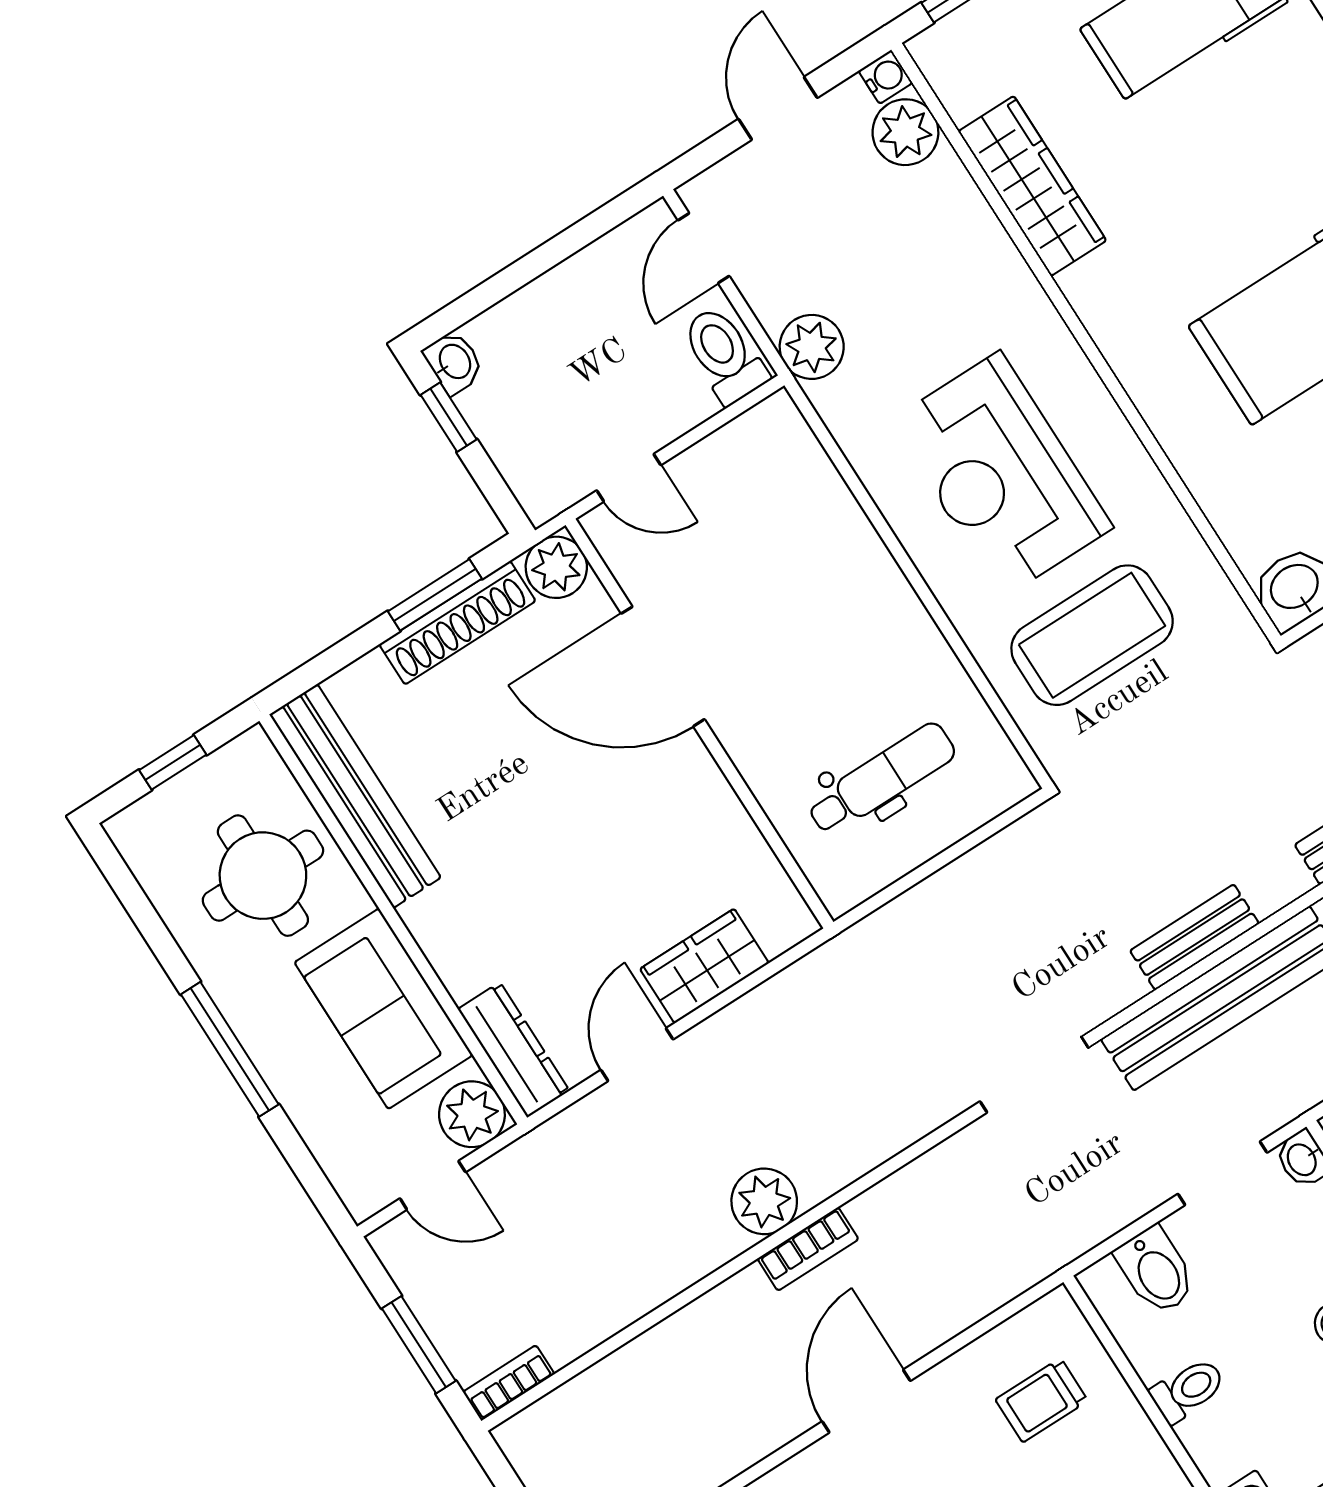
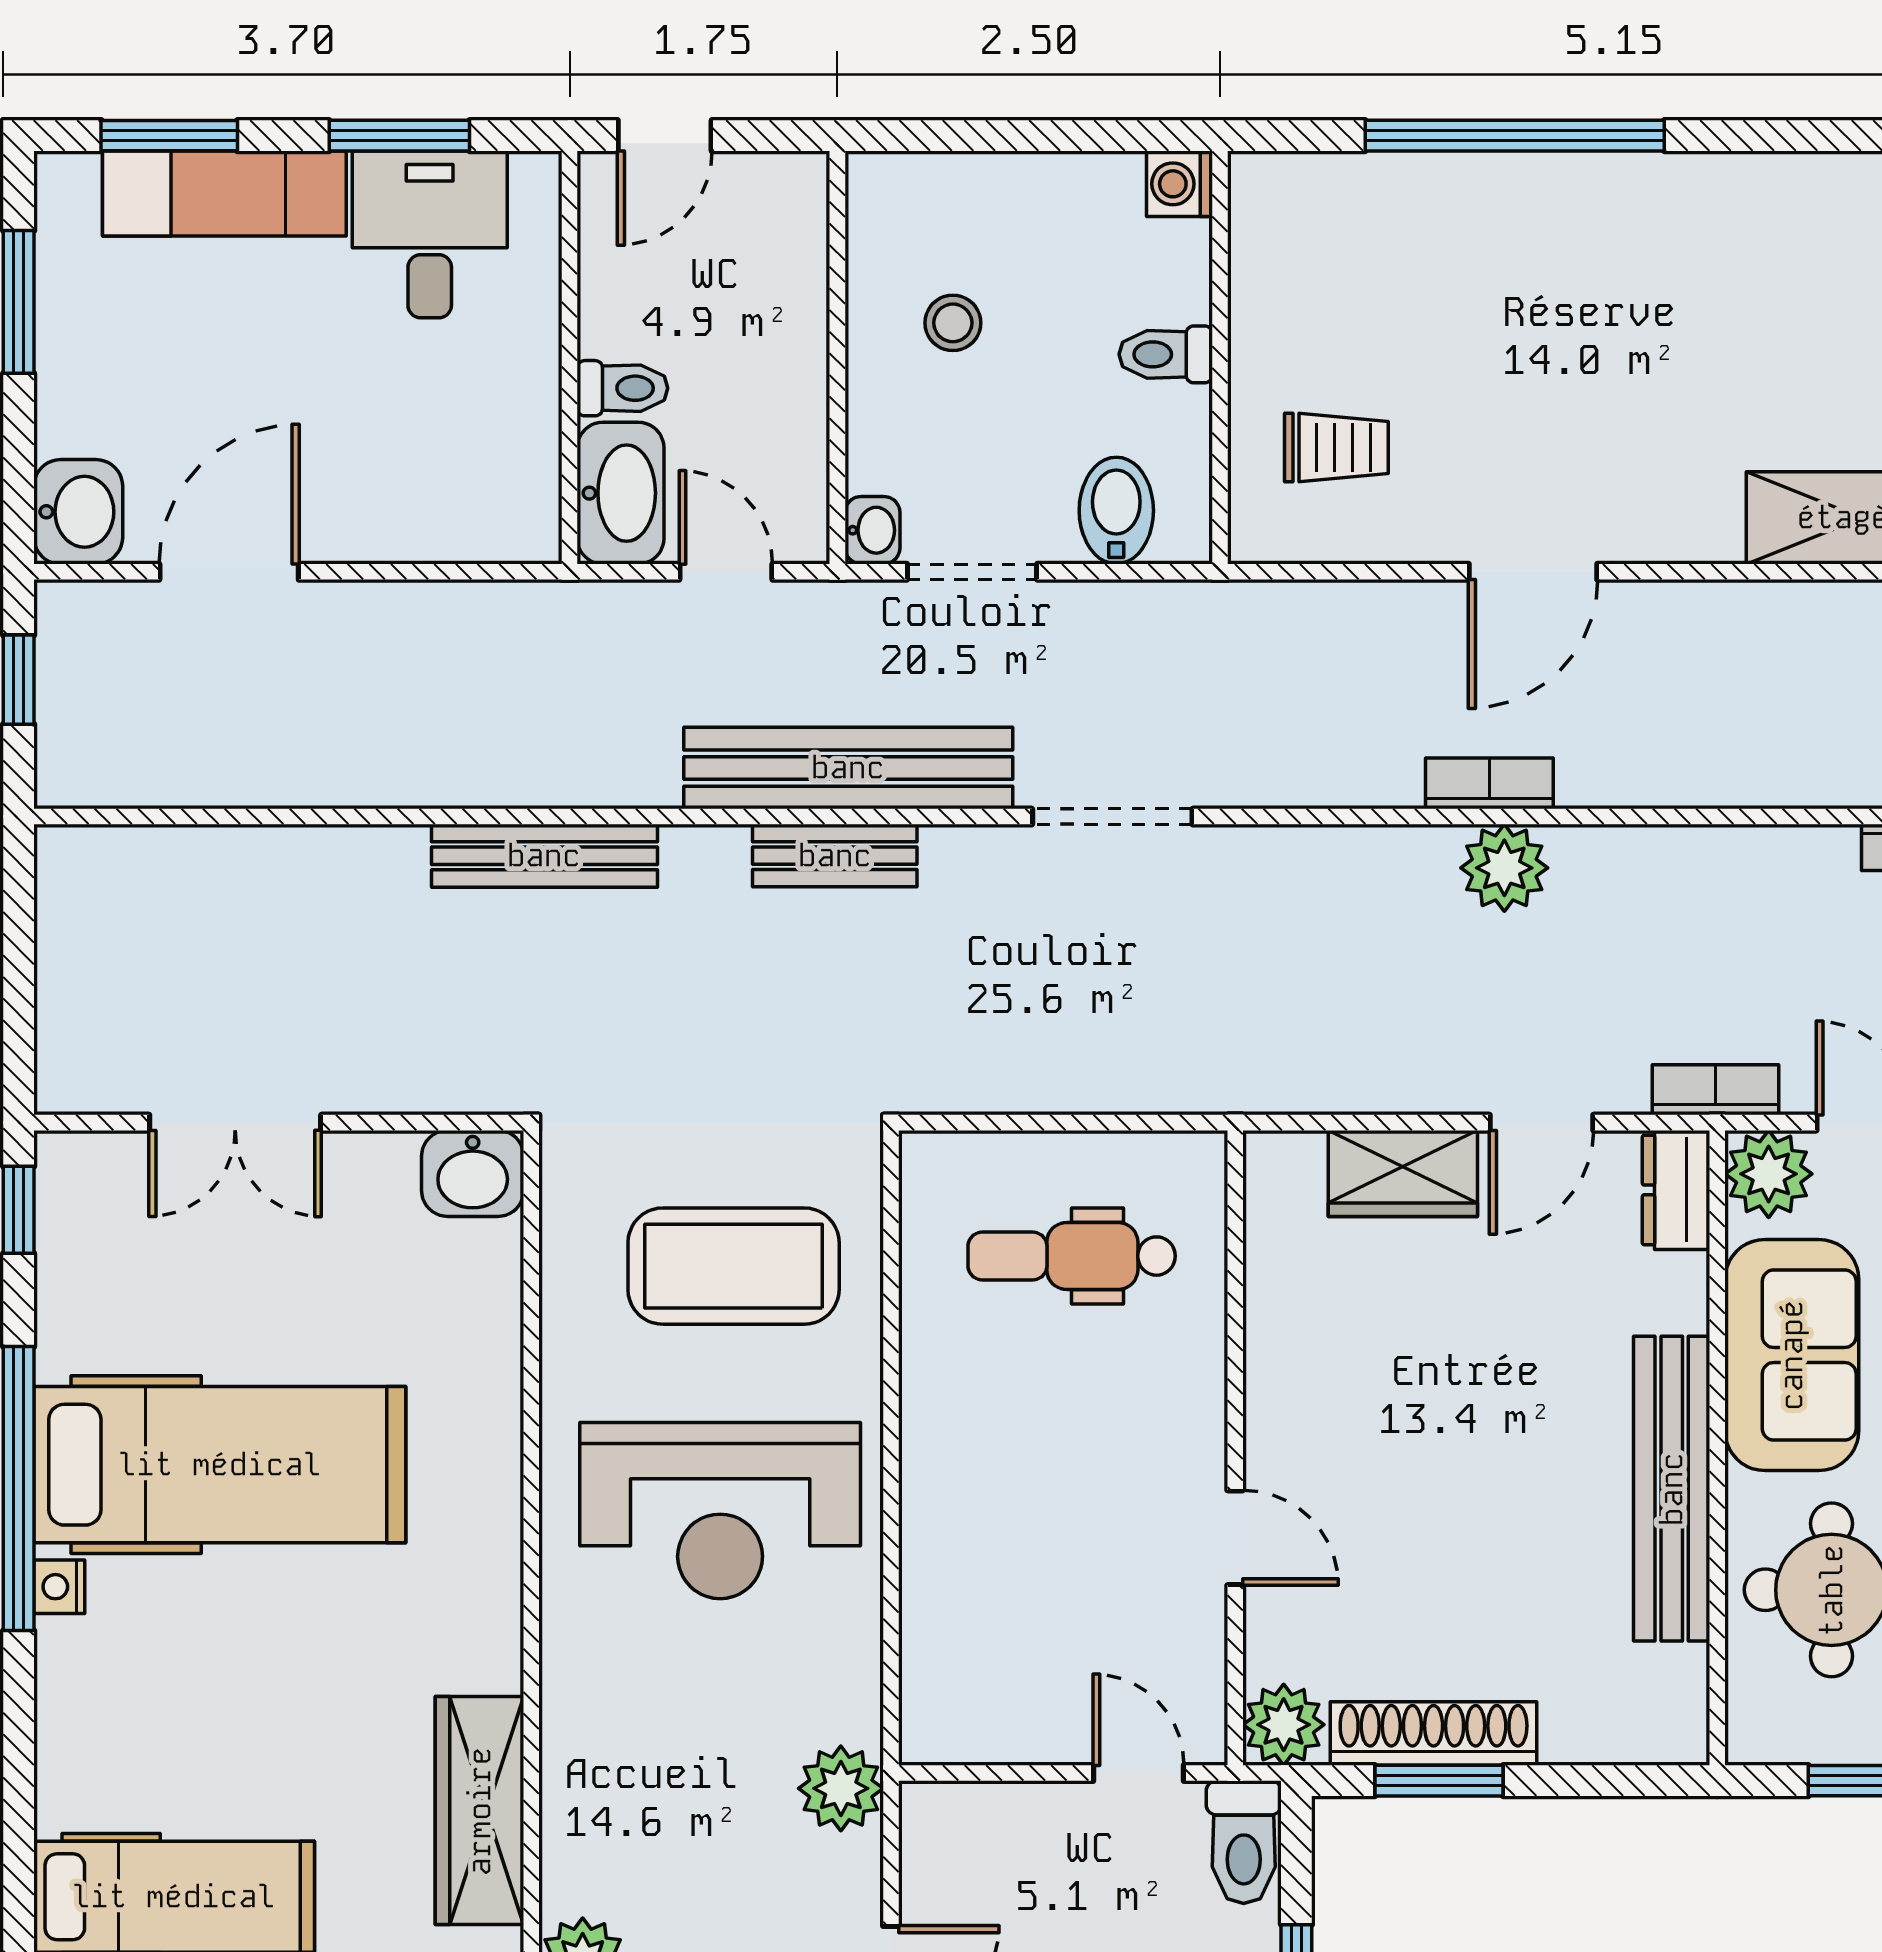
toilet: (724, 355) -> (1244, 1842), moved
reception desk: (1001, 474) -> (720, 1511), turned 90
door: (663, 666) -> (1235, 1538), width x0.53
bench: (355, 796) -> (1672, 1489), moved
dresser: (514, 1050) -> (1676, 1190), width x0.70
bookcase: (540, 1146) -> (1715, 1090), added

